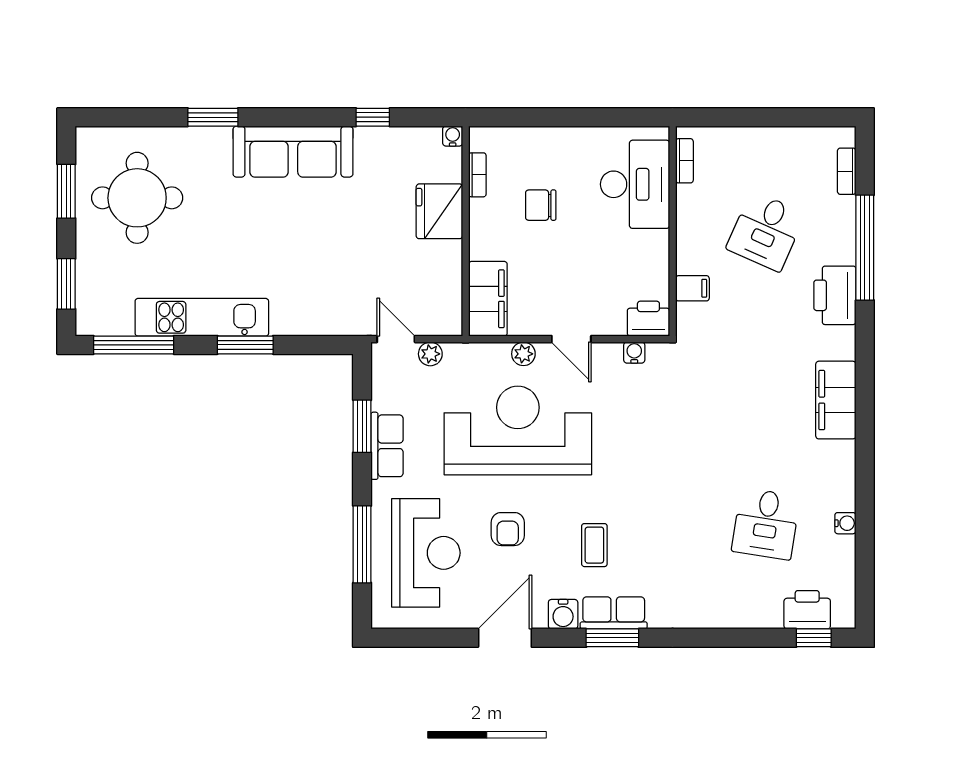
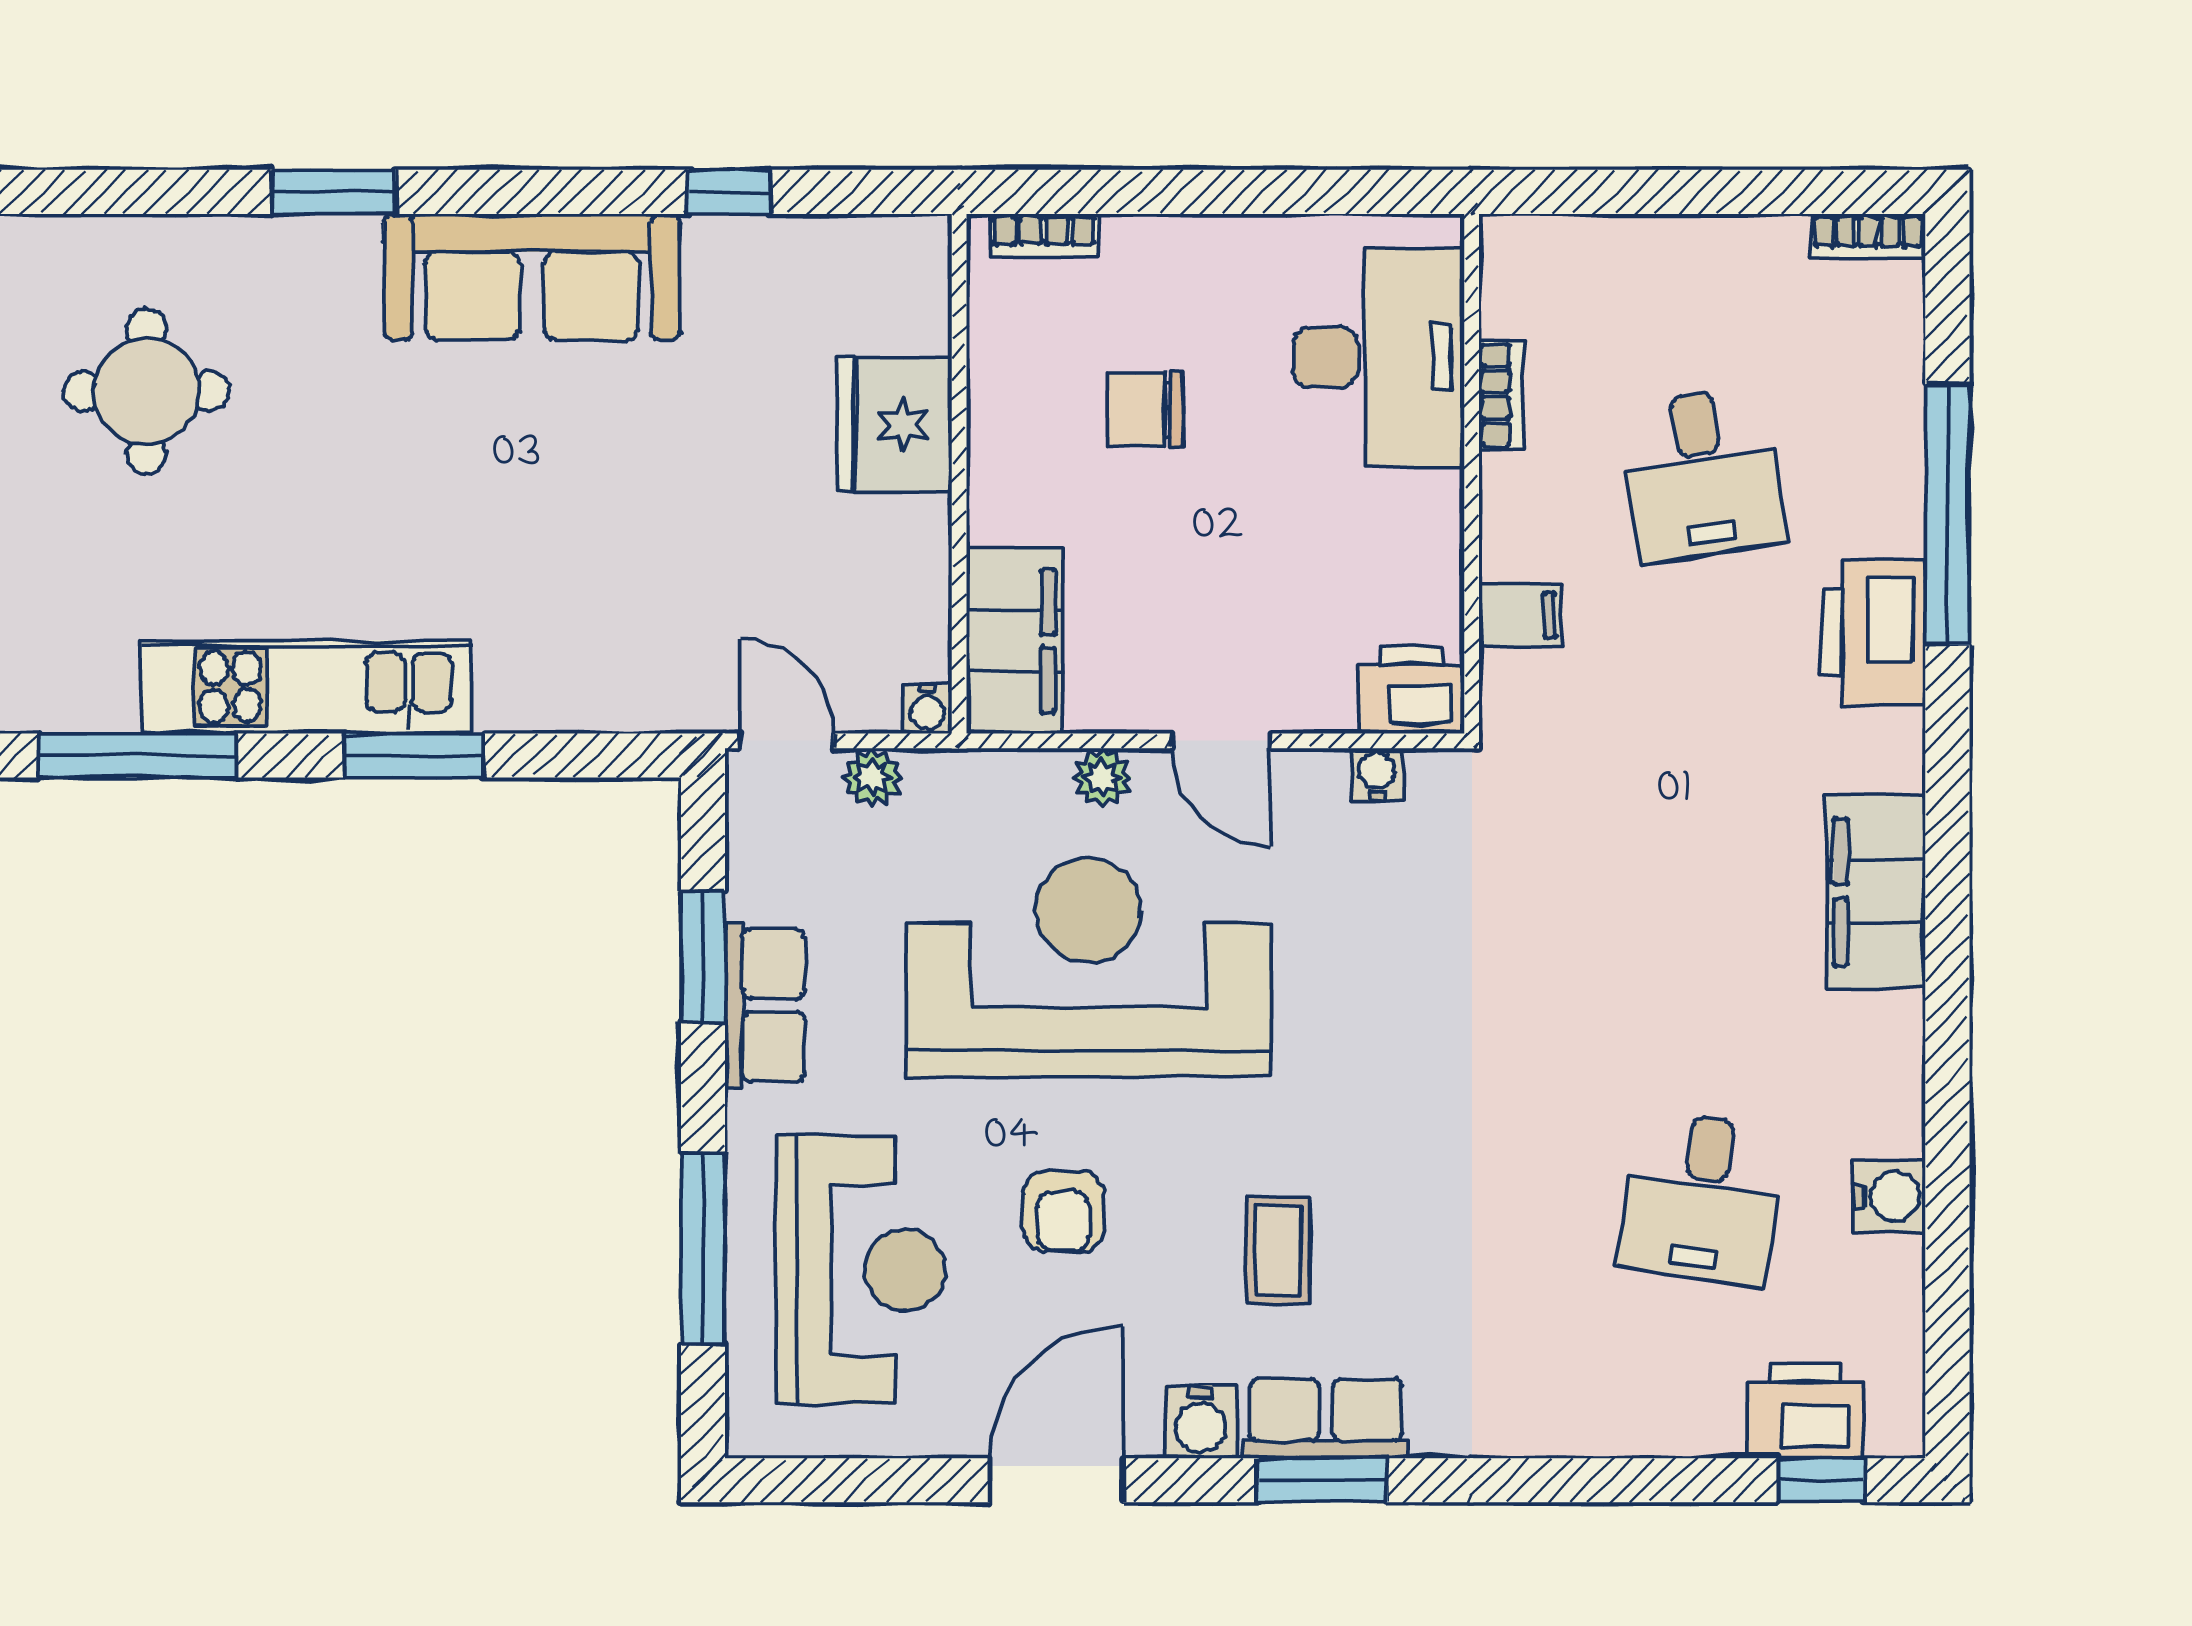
water cooler: (453, 136) -> (927, 709), moved, turned 180
bookcase: (684, 161) -> (1501, 395), moved
bookcase: (847, 171) -> (1868, 237), moved, turned -90
bookcase: (477, 175) -> (1044, 236), moved, turned 90
round table: (137, 198) -> (146, 391), width x0.73, depth x0.73
desk: (766, 231) -> (1702, 474), turned -33
water cooler: (845, 523) -> (1889, 1197), width x1.38, depth x1.38

